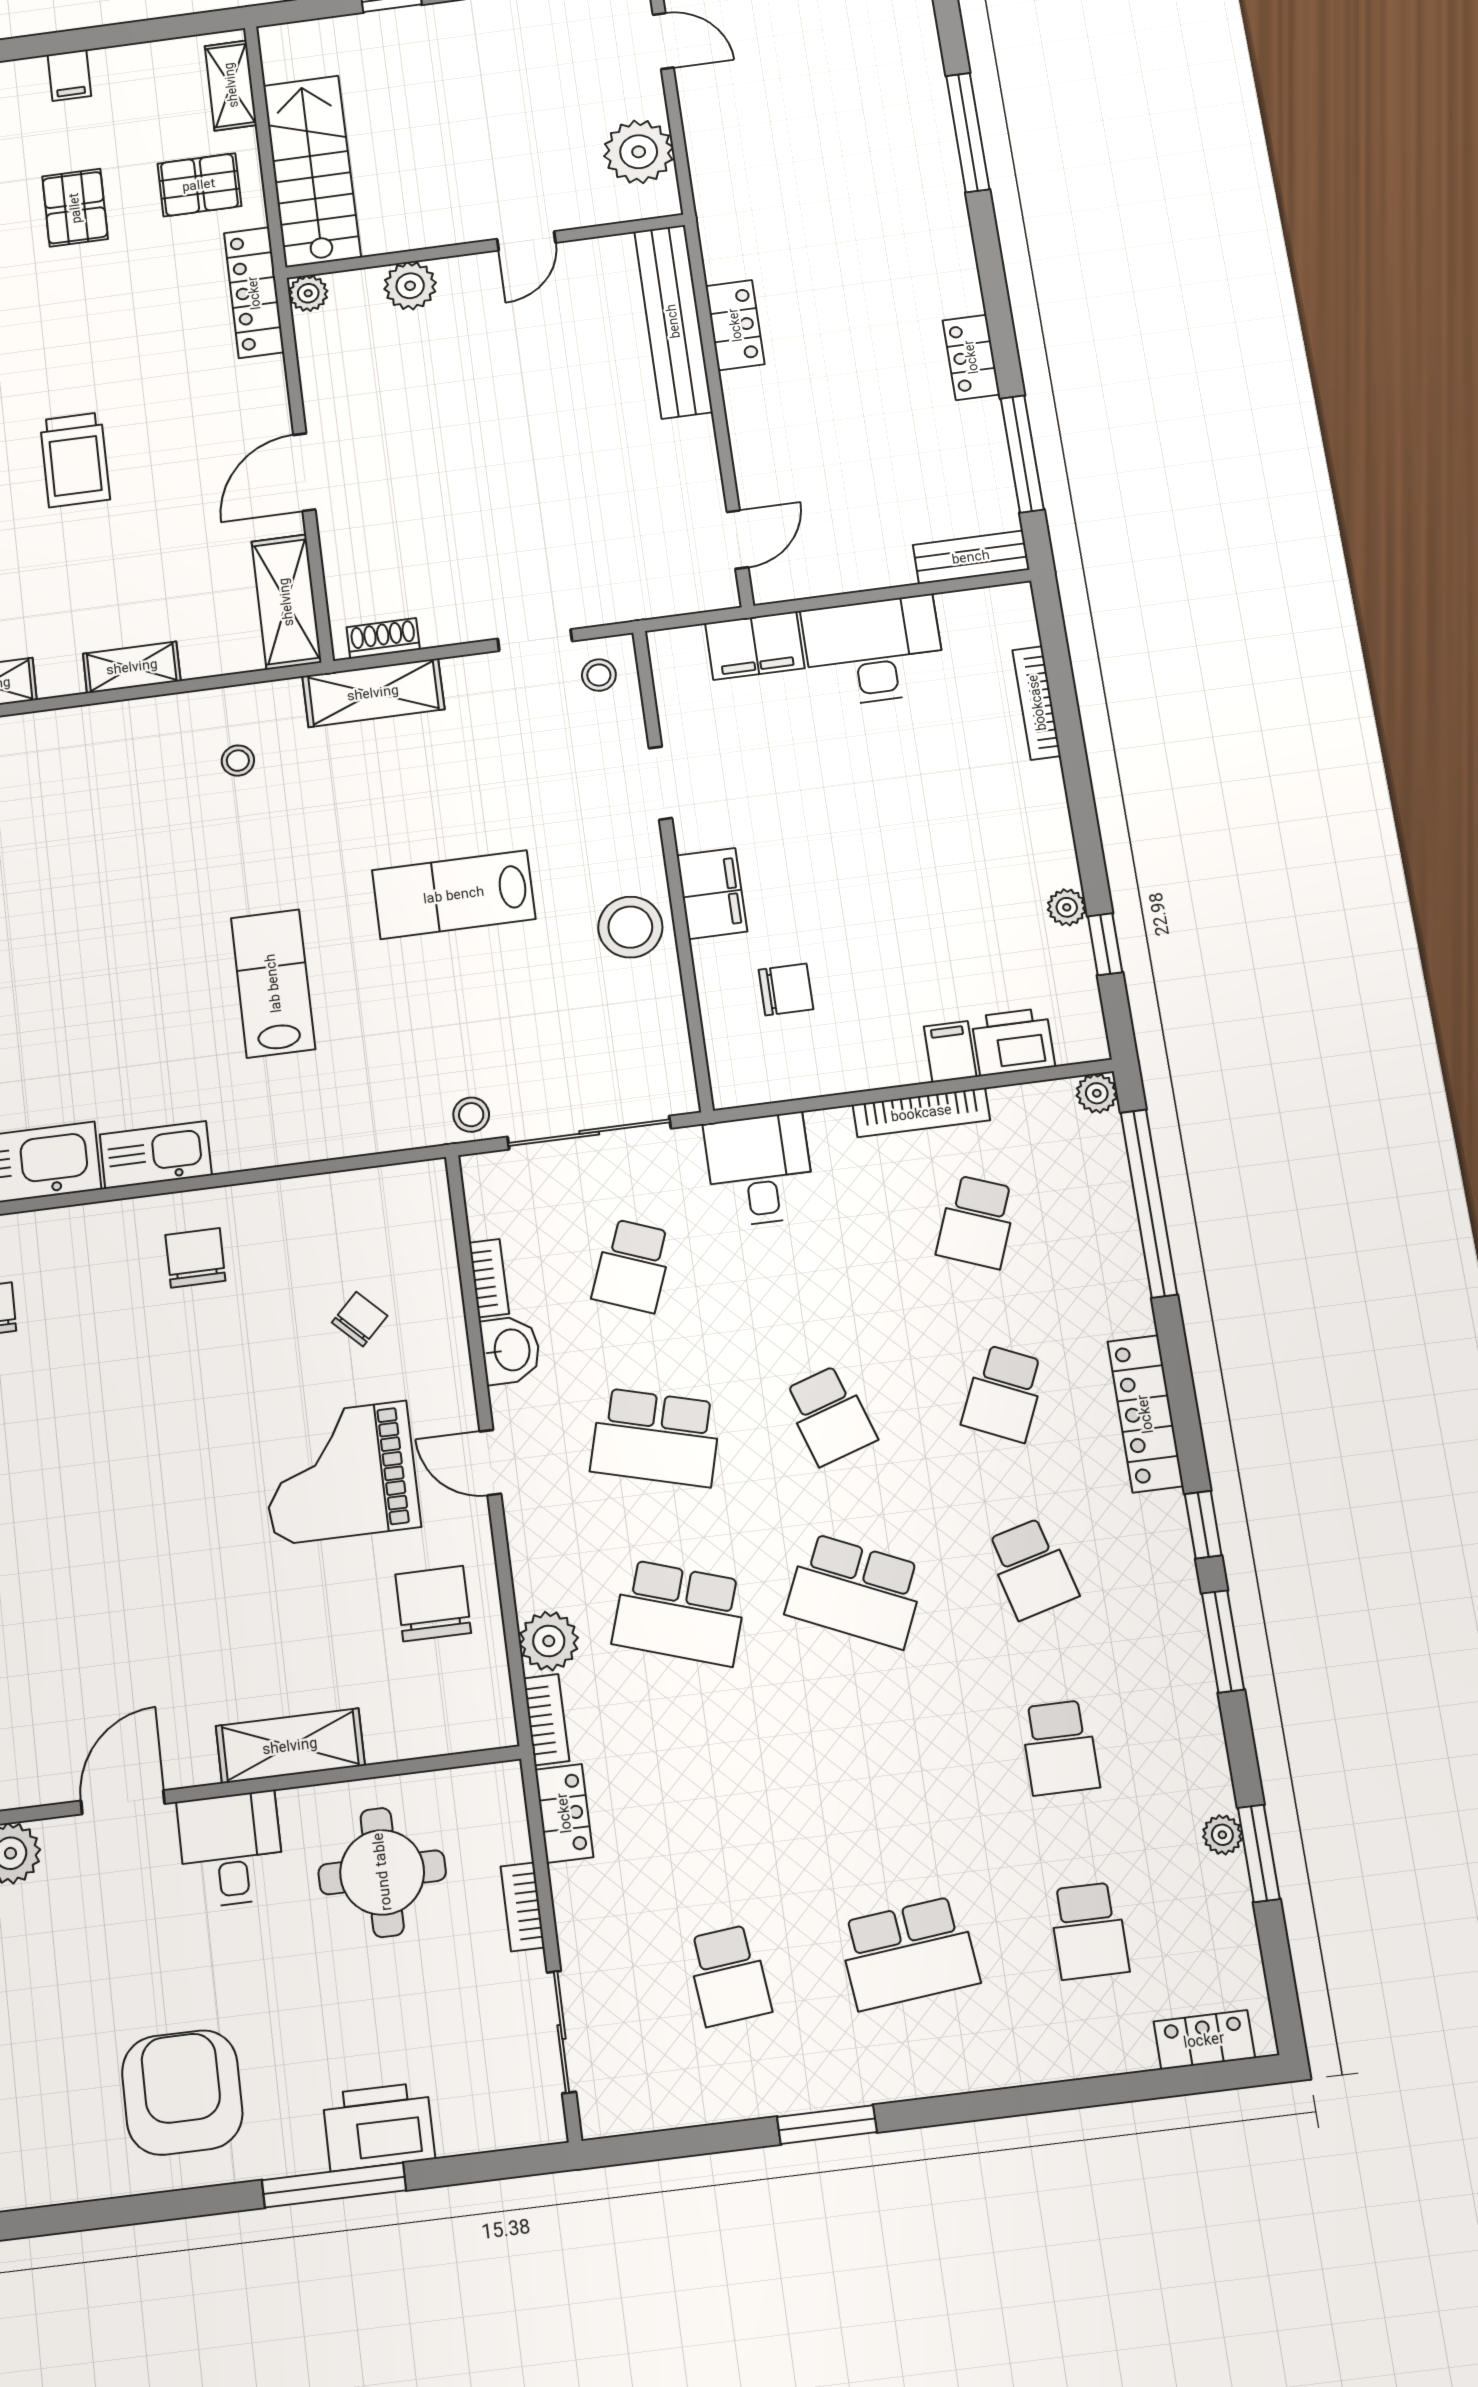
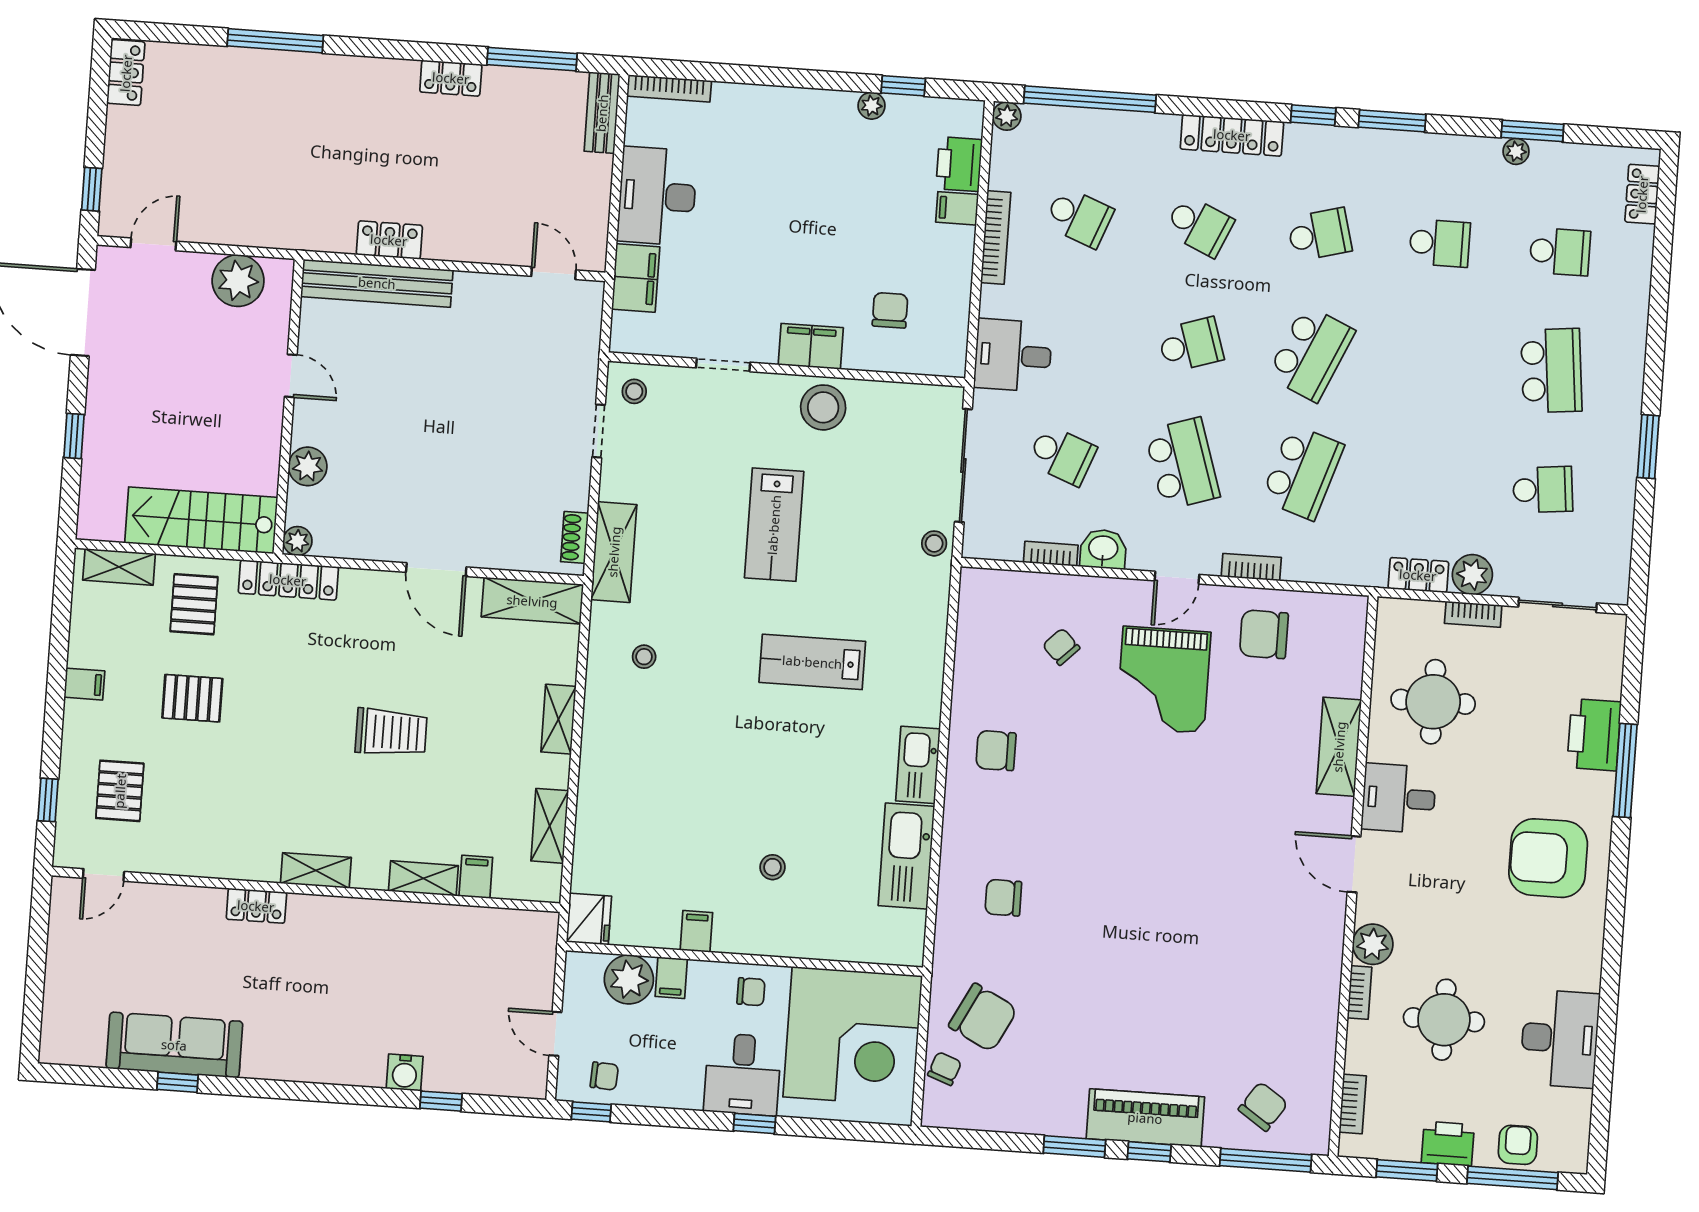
bookcase: (1037, 703) -> (669, 88), moved
school desk: (656, 1437) -> (1182, 464), turned -33
plant: (549, 1641) -> (1472, 575), moved
bookcase: (546, 1720) -> (1251, 567), moved

